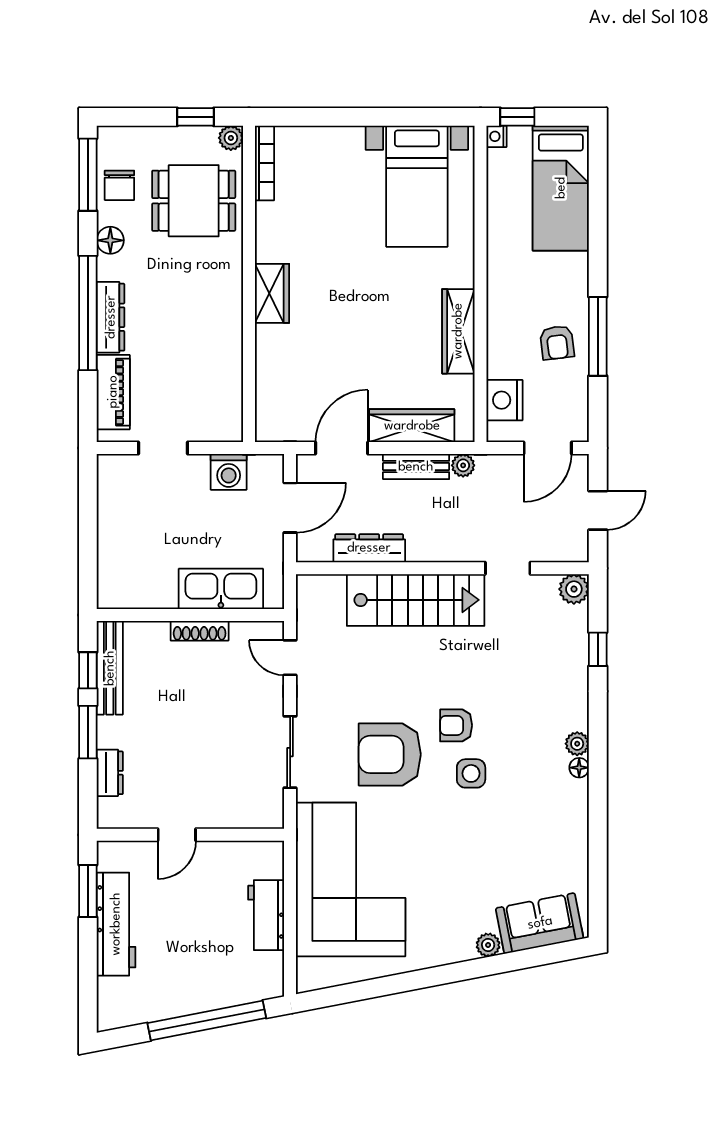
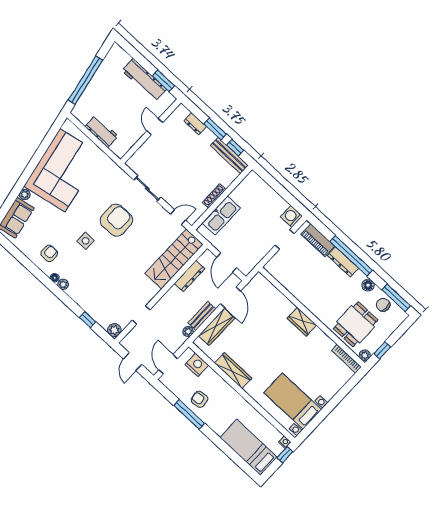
washing machine: (229, 472) -> (292, 216), moved
stairs: (416, 600) -> (174, 259), moved
armchair: (456, 725) -> (49, 253), moved
corner sofa: (351, 879) -> (62, 170), moved, turned -101

